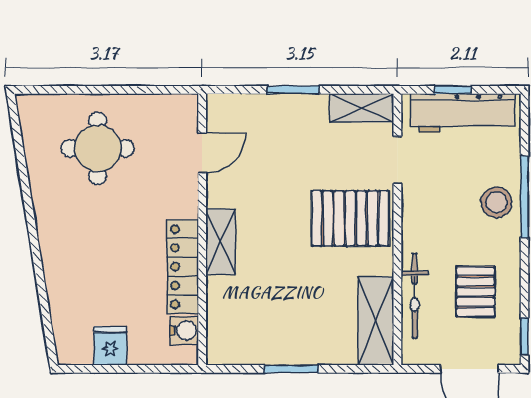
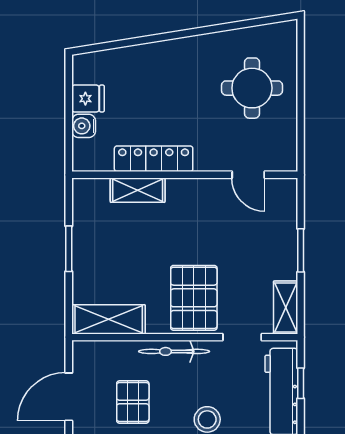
shelving: (221, 242) -> (138, 190), moved
pallet: (475, 292) -> (133, 402), turned 90
bicycle: (415, 296) -> (174, 351), moved
water cooler: (184, 330) -> (84, 126), moved, turned 90

